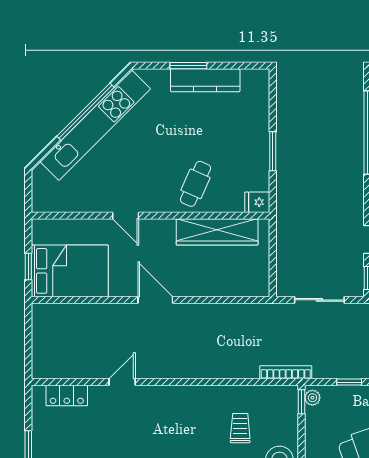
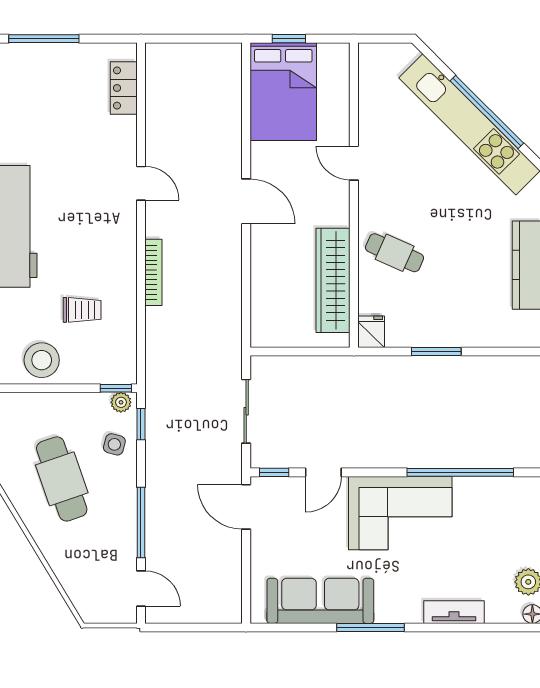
door: (126, 216) -> (354, 163), hinge flipped
door: (155, 300) -> (246, 201), hinge flipped
bookcase: (286, 372) -> (153, 272), moved
door: (122, 382) -> (141, 183), moved
window: (349, 382) -> (141, 424), moved
side table: (345, 403) -> (114, 444), added

